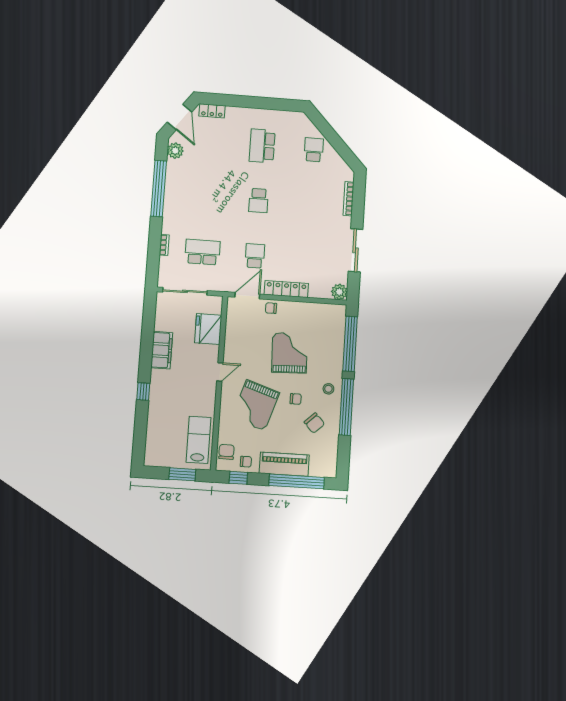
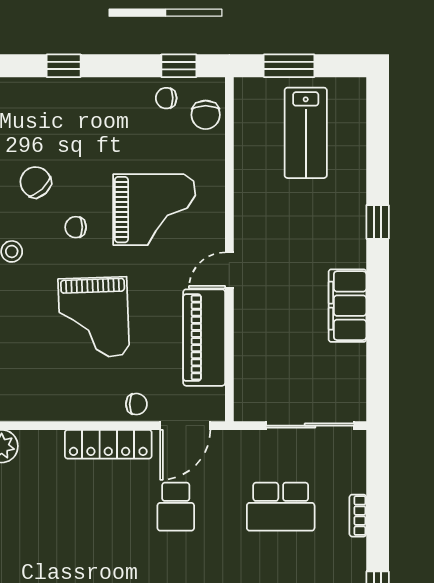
fridge: (208, 329) -> (259, 354), removed
grand piano: (256, 405) -> (154, 210), turned 72
lab bench: (198, 440) -> (306, 133), moved
piano: (284, 464) -> (204, 338), moved, turned 90
window: (297, 481) -> (64, 66), width x0.32

